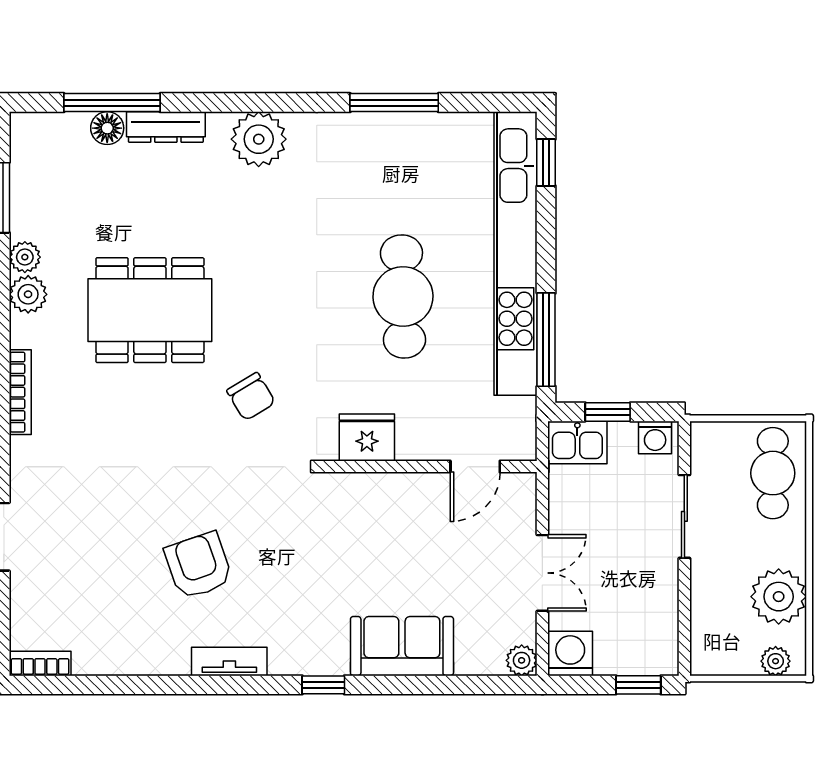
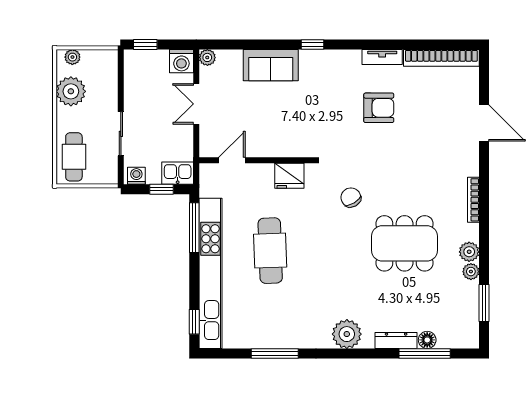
armchair: (198, 566) -> (379, 108), turned -71
tv unit: (229, 661) -> (382, 57), moved
bookcase: (40, 663) -> (441, 58), width x2.31, depth x1.31

